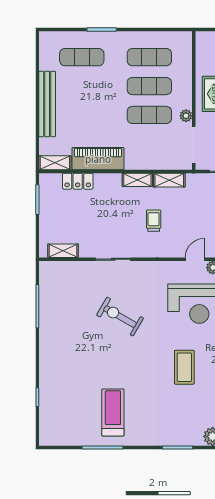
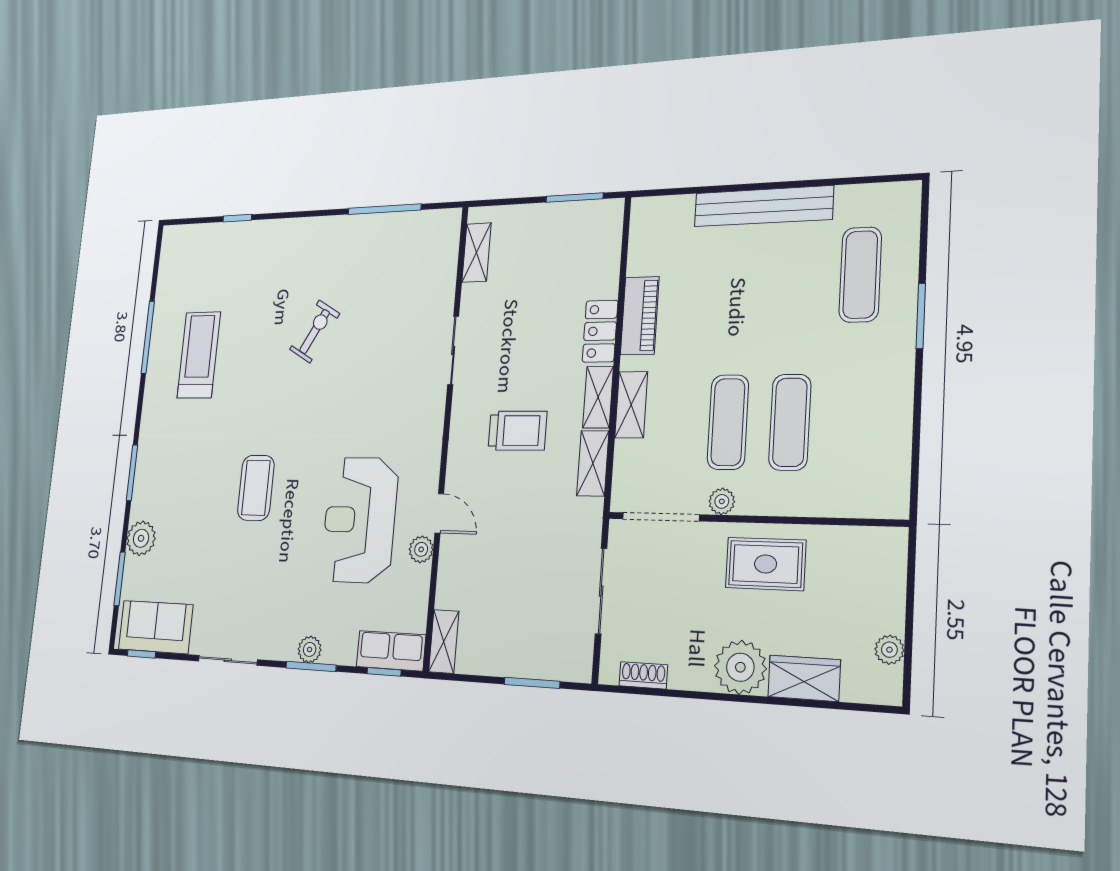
exercise mat: (149, 57) -> (854, 422), removed
piano: (98, 159) -> (640, 316), width x0.73, depth x0.75
shelving: (55, 163) -> (631, 405), moved
locker: (78, 181) -> (600, 331), moved
trolley: (154, 221) -> (517, 431), width x1.36, depth x1.39
exercise bike: (120, 317) -> (315, 332), moved, width x0.73, depth x0.72
coffee table: (184, 367) -> (256, 488), turned 90
treadmill: (113, 412) -> (199, 355), turned -90

